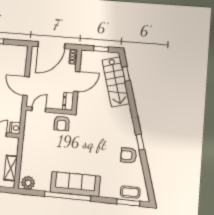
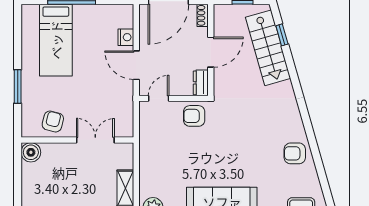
armchair: (62, 123) -> (194, 116), turned 90
nightstand: (15, 128) -> (126, 37), moved
window: (140, 142) -> (310, 133), removed

